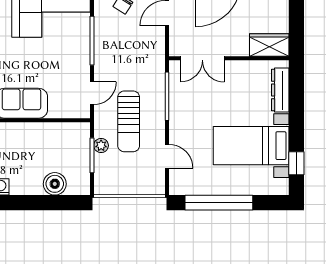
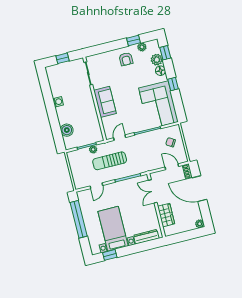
wardrobe: (269, 45) -> (166, 215), moved
door: (92, 93) -> (120, 138), swing flipped

